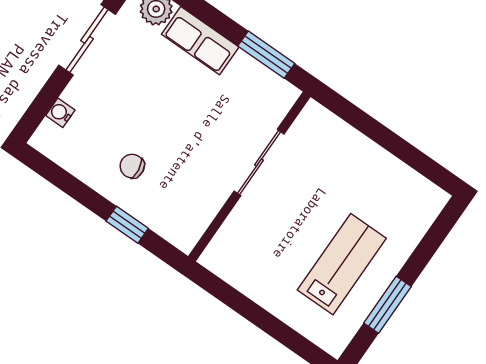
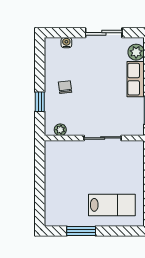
plant: (197, 223) -> (60, 130), added
lab bench: (342, 264) -> (112, 205), moved

